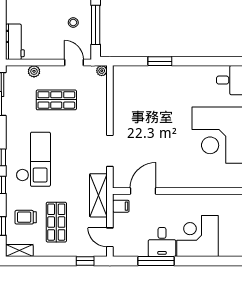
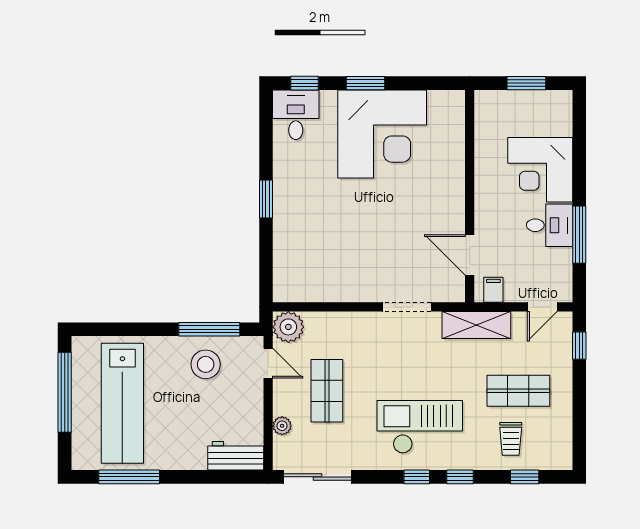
stool: (73, 23) -> (206, 364), width x1.89, depth x1.89
window: (160, 61) -> (266, 199), moved
door: (74, 62) -> (268, 363), swing flipped
plant: (102, 71) -> (288, 327), width x1.87, depth x1.87
shelving: (19, 251) -> (563, 449), removed

